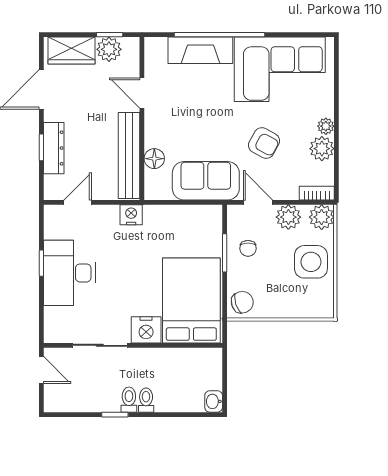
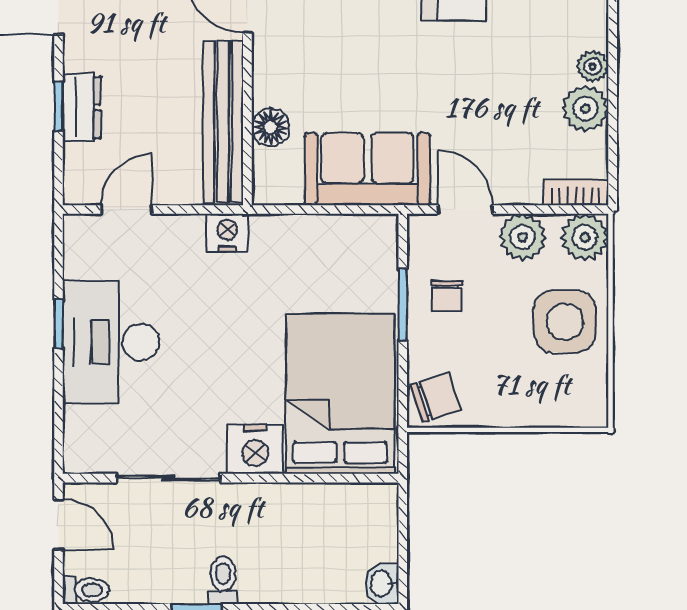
armchair: (264, 143) -> (477, 98), removed
dresser: (54, 148) -> (82, 108), width x0.70
toilet: (146, 400) -> (86, 590), moved, turned 90

